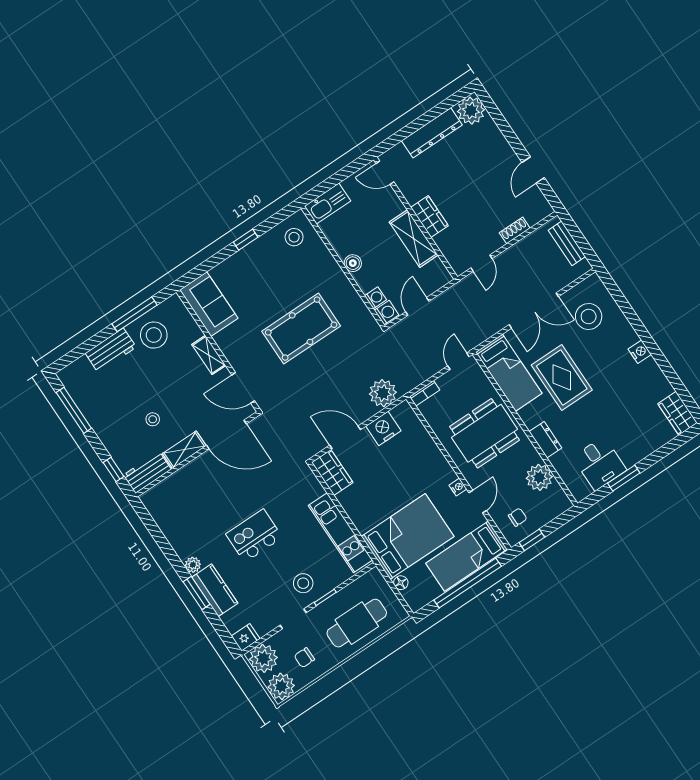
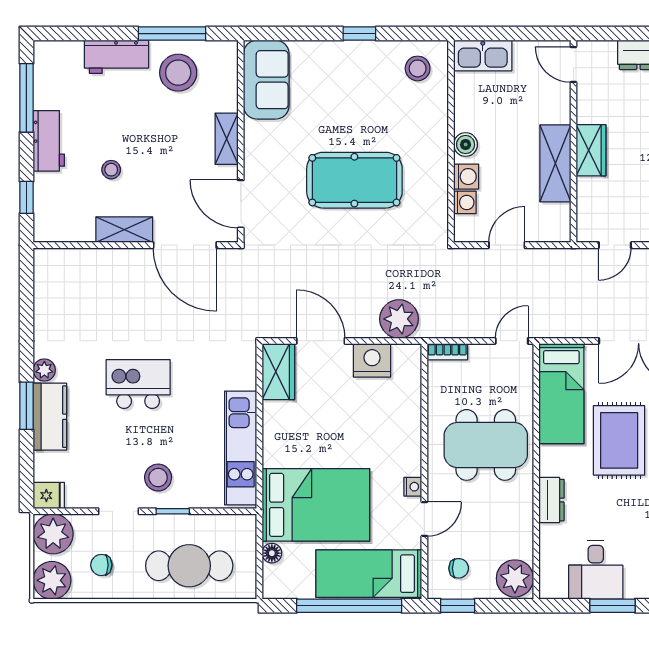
washing machine: (387, 313) -> (466, 177), moved
workbench: (147, 472) -> (49, 141), moved, turned 90
plant: (539, 477) -> (515, 578), moved

